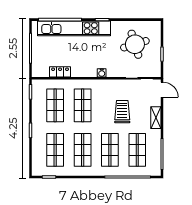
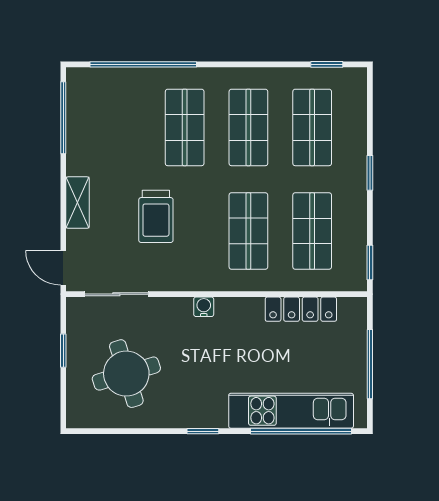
kitchen unit: (74, 28) -> (291, 411), width x0.73
locker: (60, 72) -> (301, 309), width x1.53
shop shelf: (137, 150) -> (121, 127), removed

